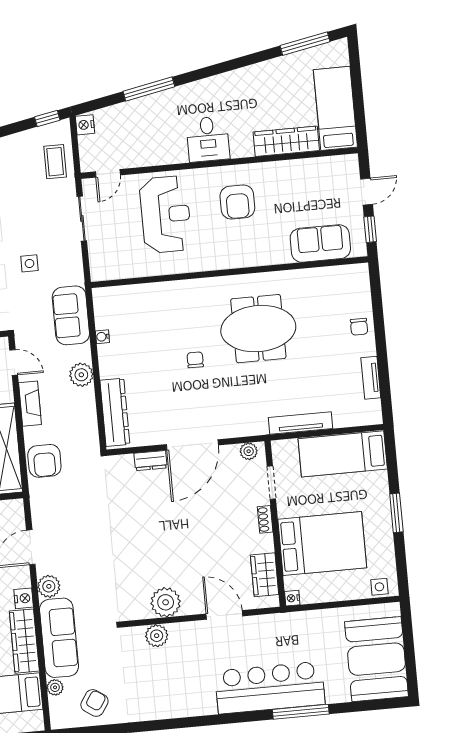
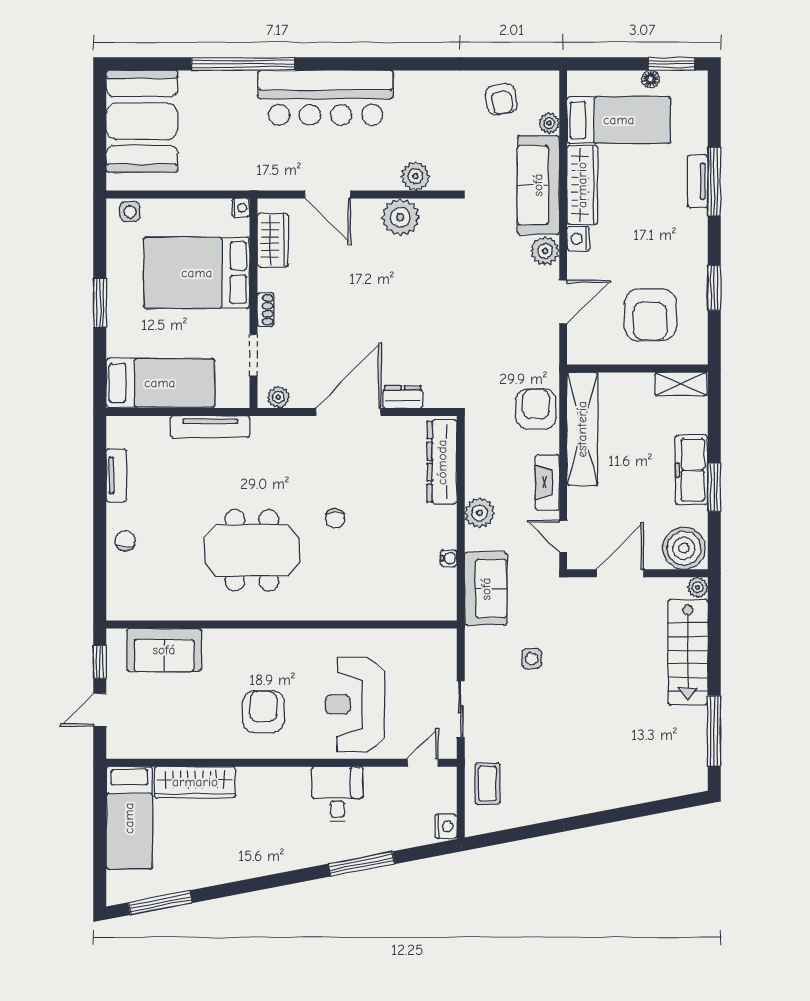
window: (47, 118) -> (493, 839), removed
desk: (208, 139) -> (337, 794), moved
bar counter: (270, 688) -> (326, 98), moved
armchair: (94, 703) -> (501, 99), turned -44
window: (301, 712) -> (243, 64), width x1.46

